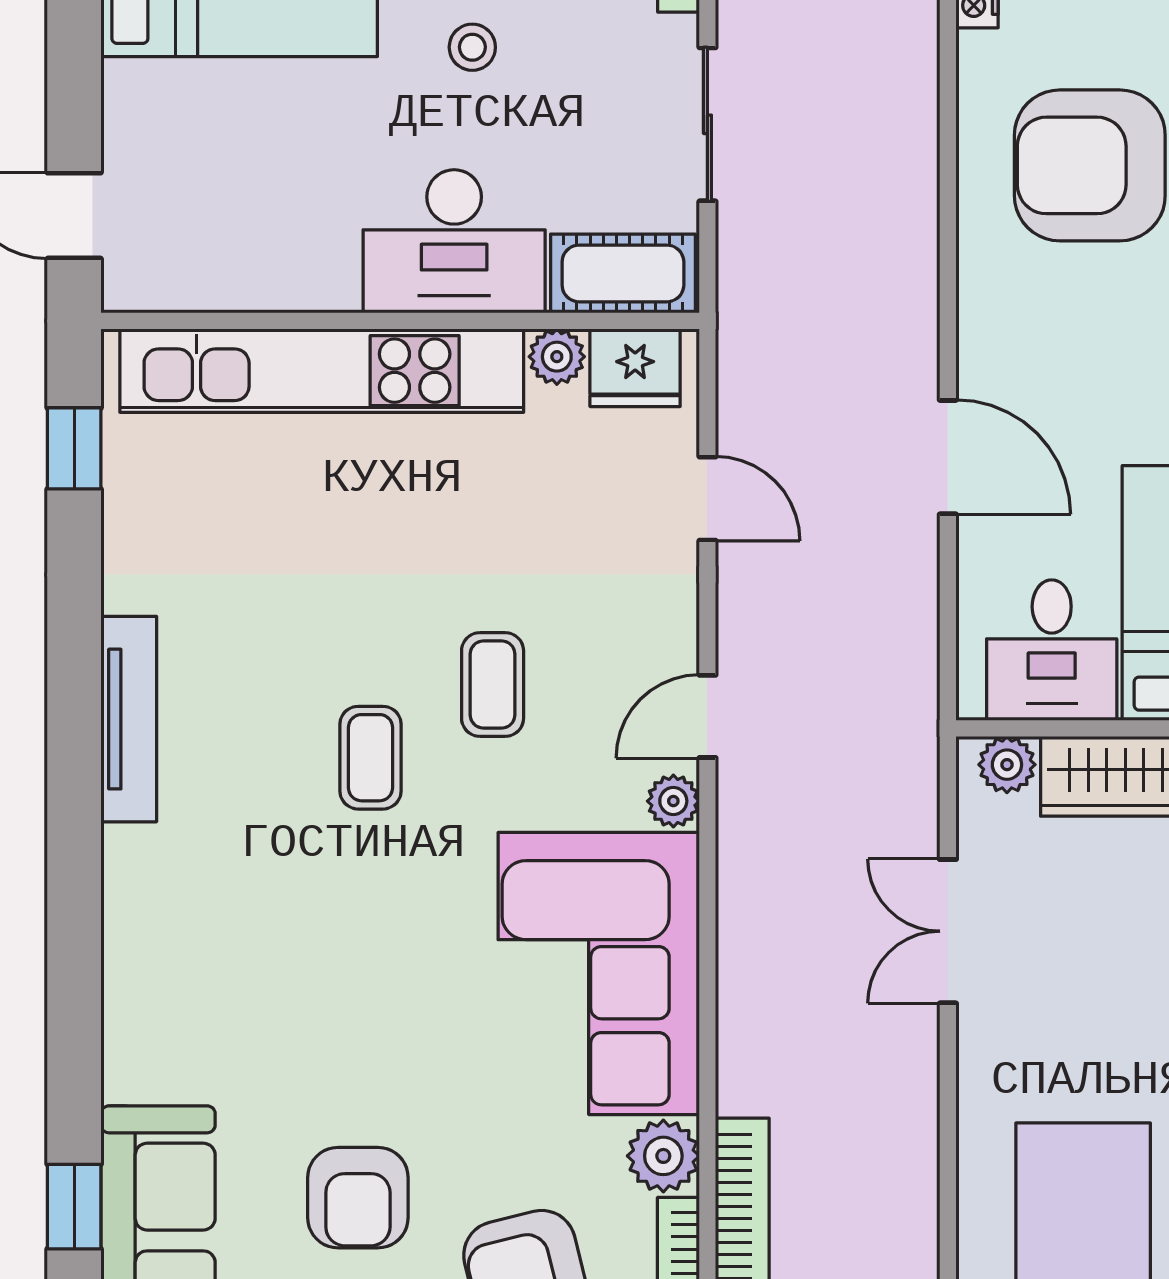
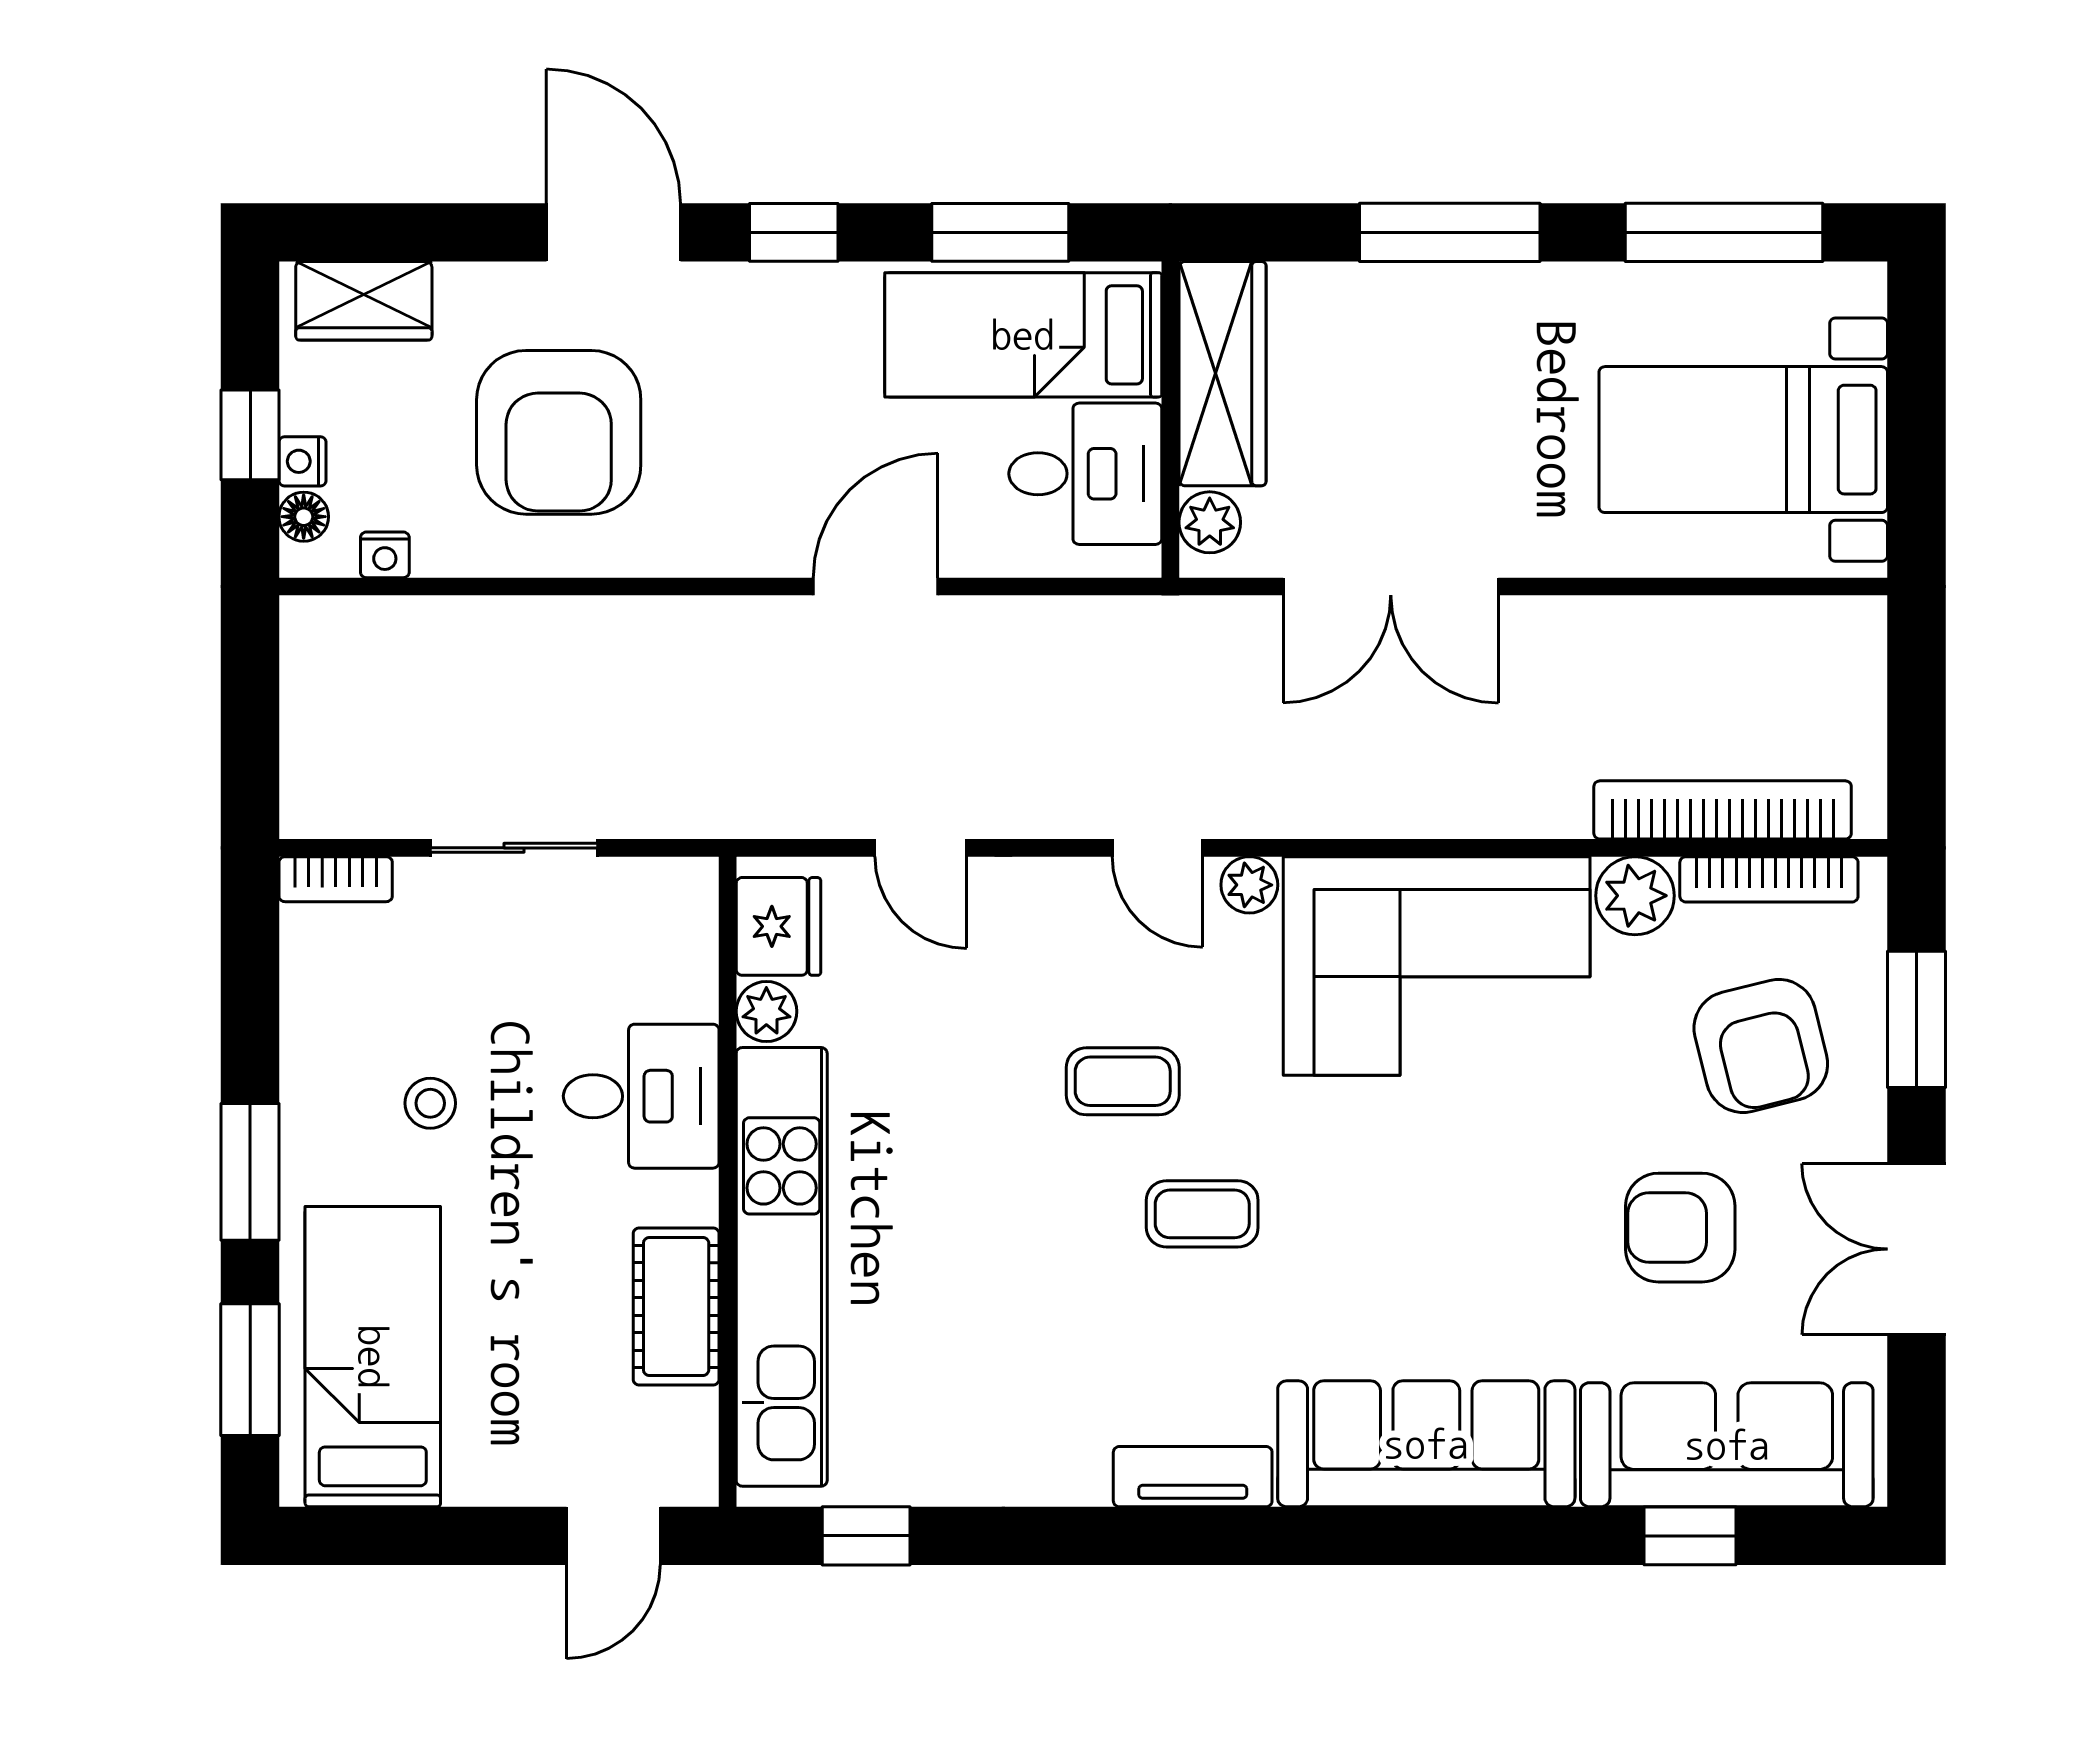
desk: (454, 241) -> (641, 1096), width x0.73
cot: (623, 273) -> (676, 1306), moved
door: (707, 499) -> (921, 848), swing flipped
tv unit: (129, 719) -> (1193, 1477), width x0.71
double door: (948, 931) -> (1391, 587), width x1.37
sofa: (159, 964) -> (1426, 1444), added
armchair: (358, 1198) -> (1680, 1228), turned 180

